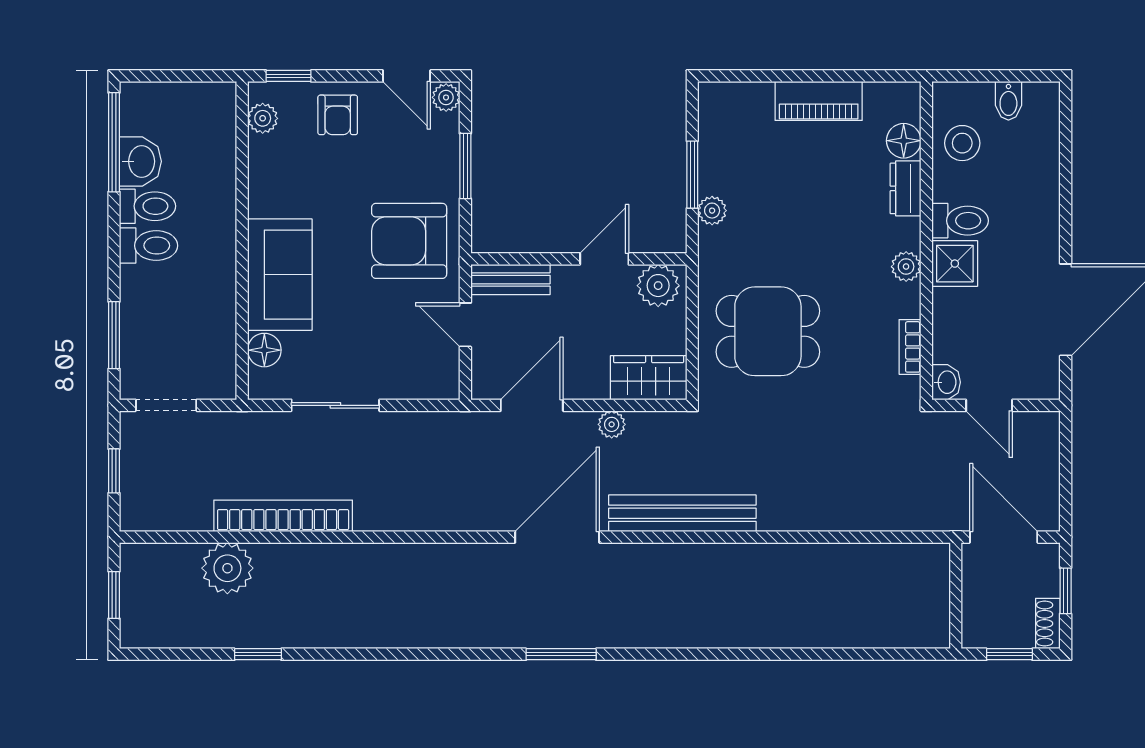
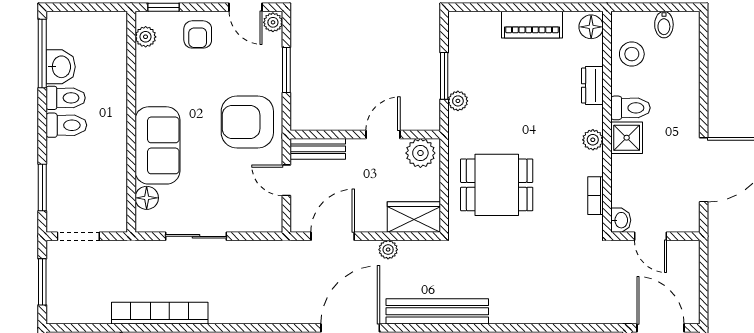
floor lamp: (904, 141) -> (591, 27), moved
window: (114, 471) -> (42, 282), width x1.50

